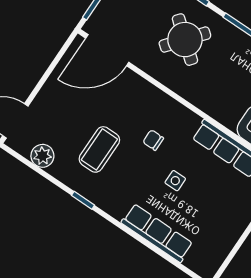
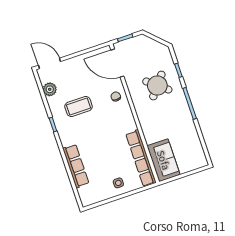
chair: (153, 140) -> (116, 96), moved
side table: (175, 181) -> (118, 183), moved

